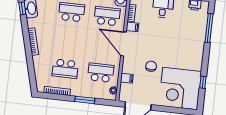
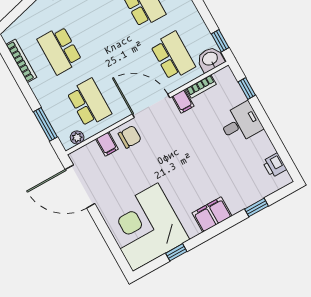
window: (209, 28) -> (256, 207), width x0.46
door: (124, 44) -> (151, 106), hinge flipped
filing cabinet: (197, 52) -> (212, 215), added
chair: (151, 66) -> (130, 137), moved
window: (85, 100) -> (45, 124), moved

